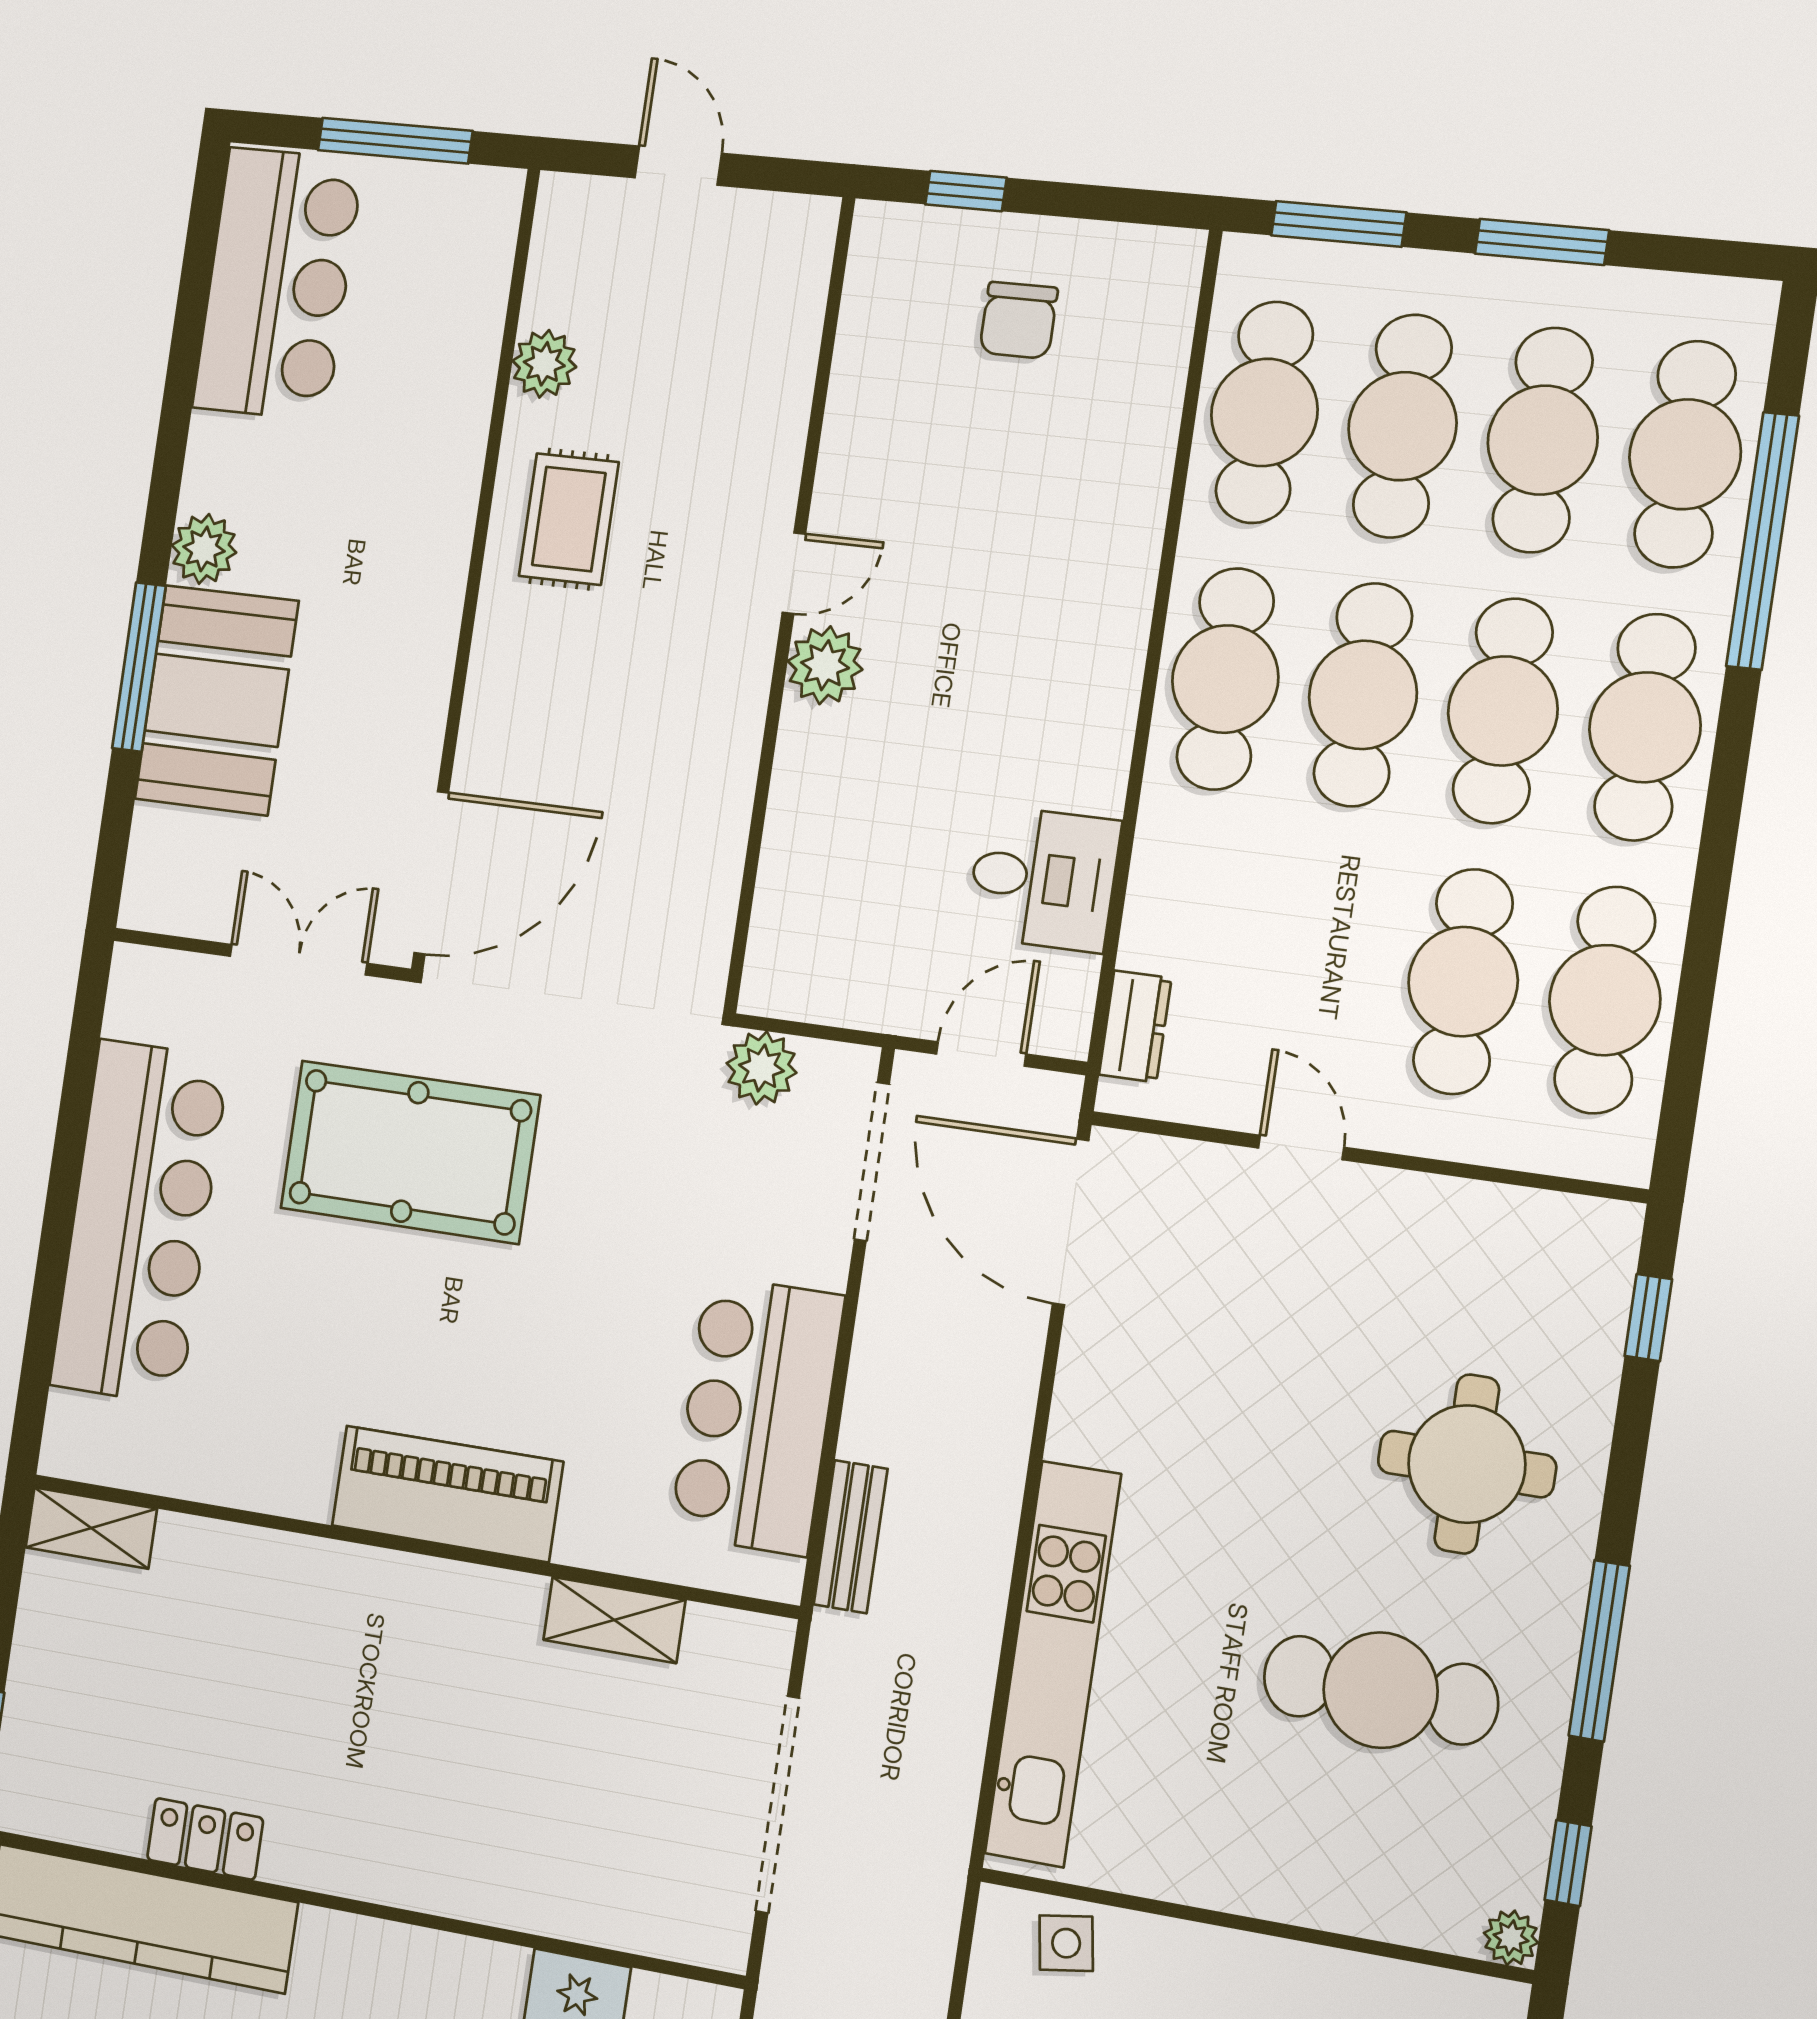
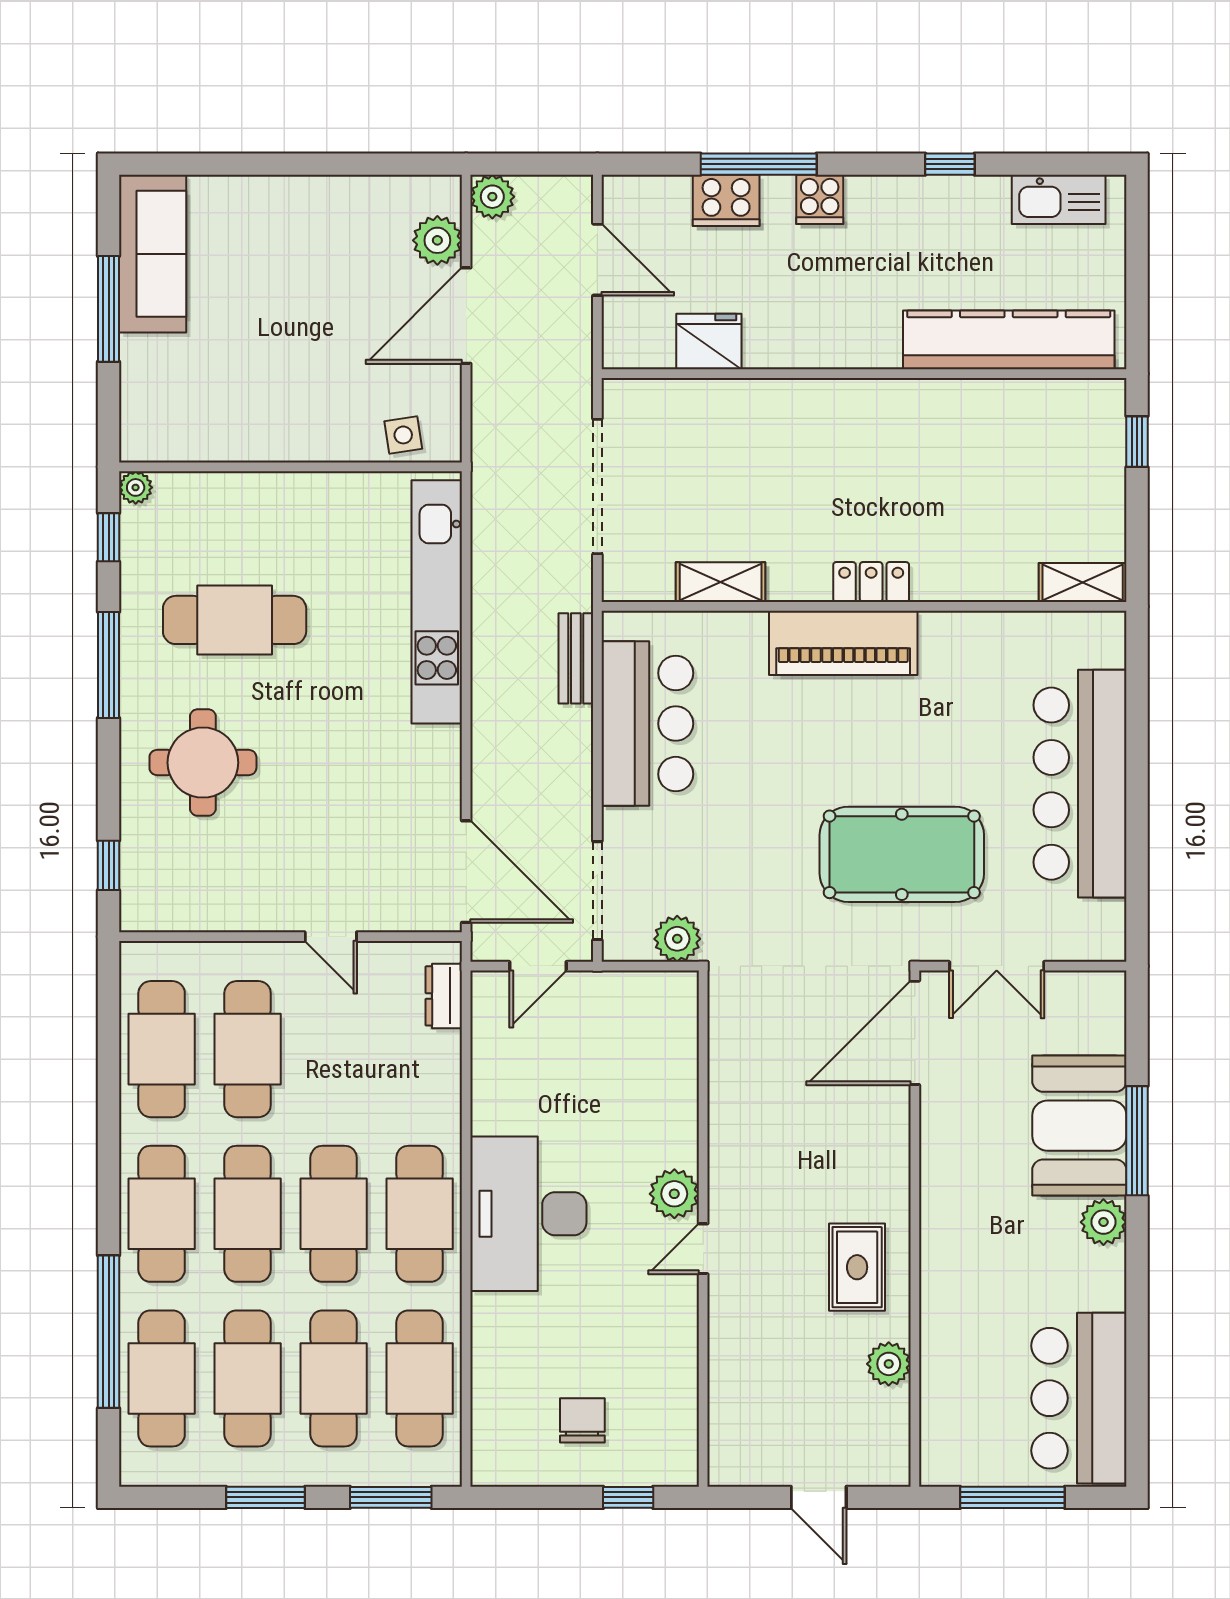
desk: (1043, 879) -> (528, 1214), moved, width x1.87, depth x1.30
locker: (205, 1839) -> (871, 582), moved, turned 180

